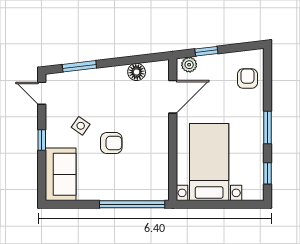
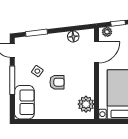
window: (42, 140) -> (12, 80), width x2.17
plant: (156, 177) -> (86, 104), added
window: (132, 204) -> (70, 121), removed

